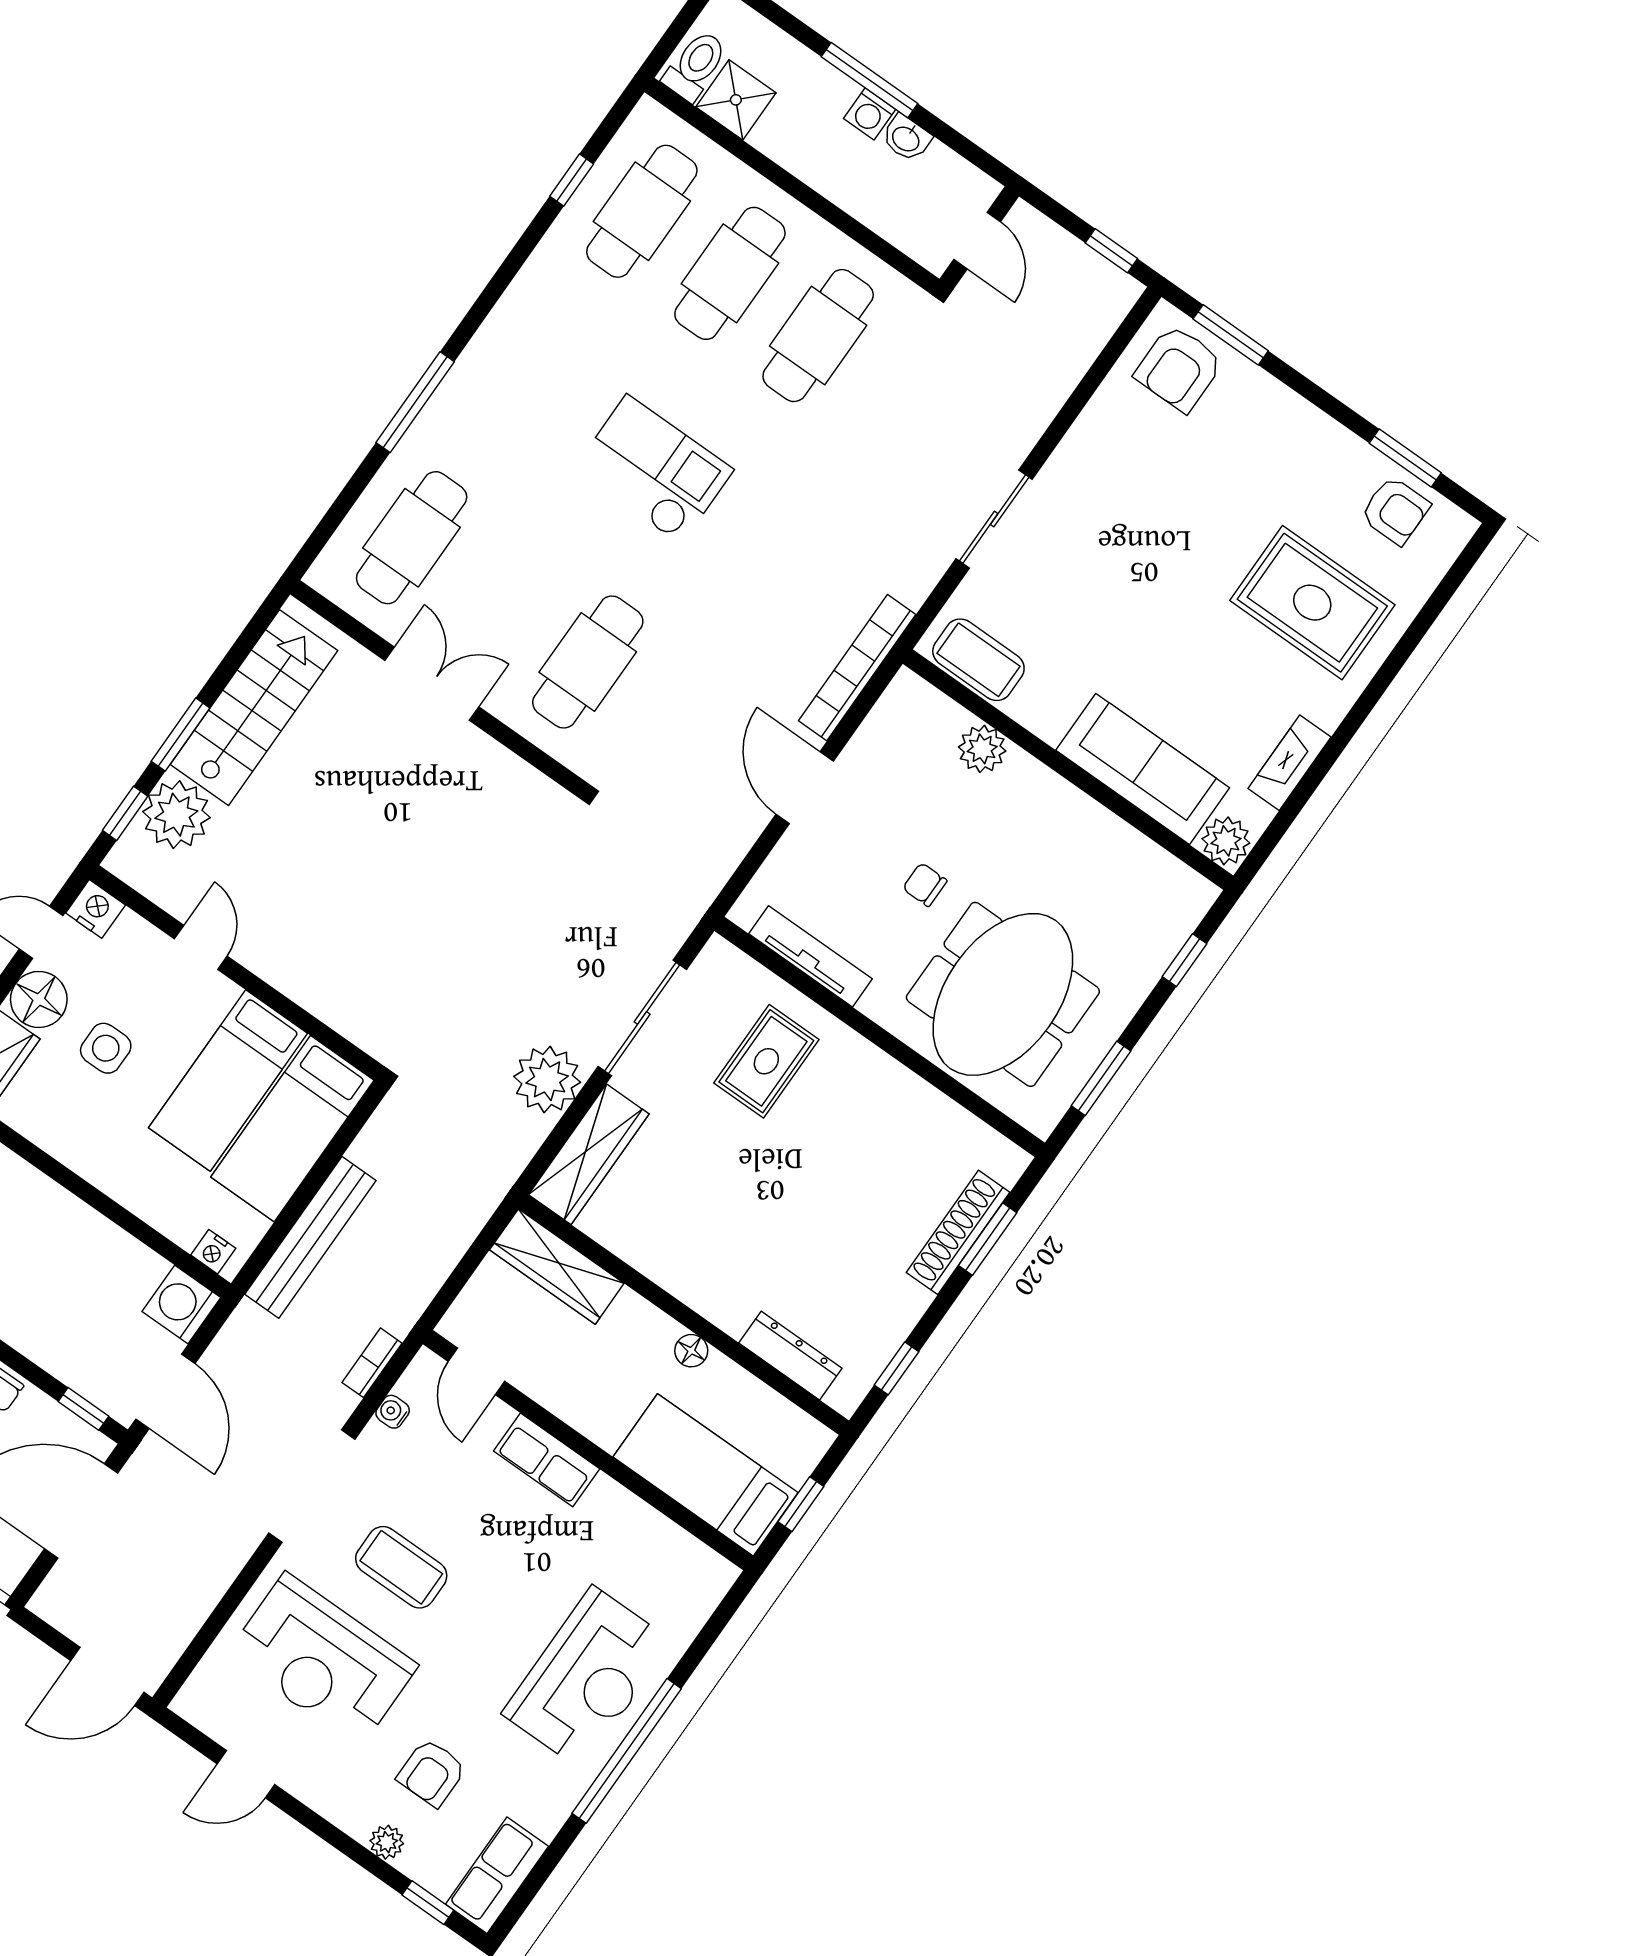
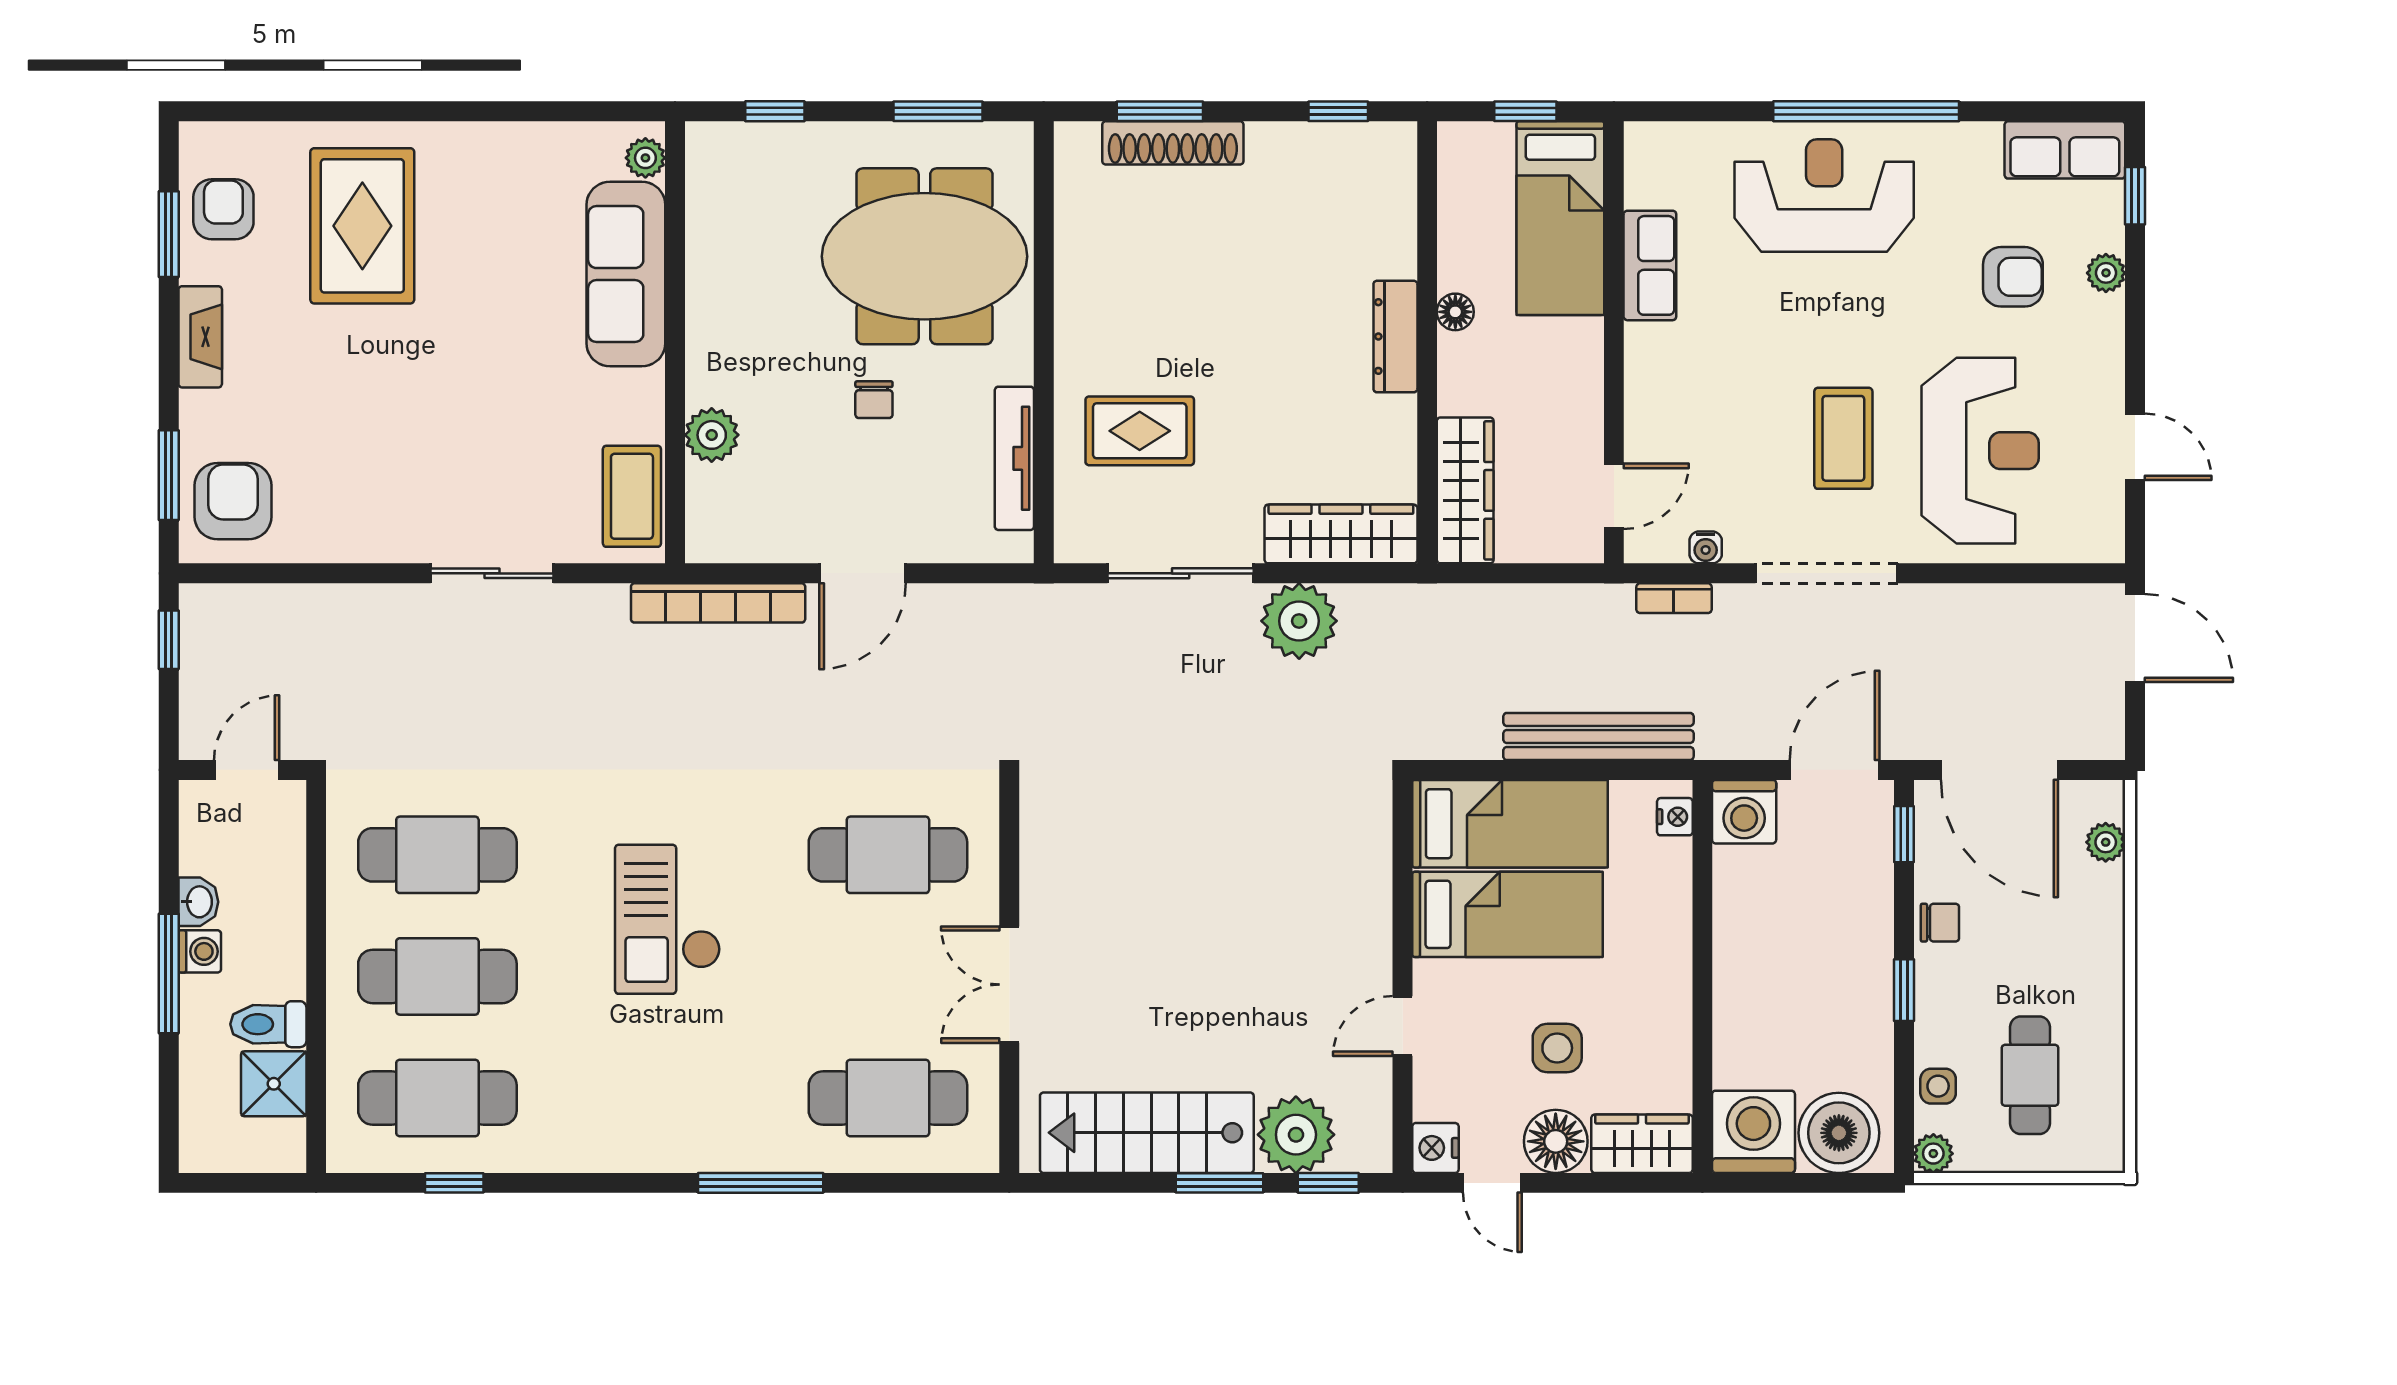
toilet: (695, 66) -> (268, 1024), moved
armchair: (1179, 368) -> (233, 501), turned -90
fireplace: (1289, 763) -> (200, 337), moved, turned -90
plant: (1226, 841) -> (645, 158), width x0.73, depth x0.73
dresser: (790, 1356) -> (1395, 337), moved
row of seats: (547, 1460) -> (1650, 265), moved

